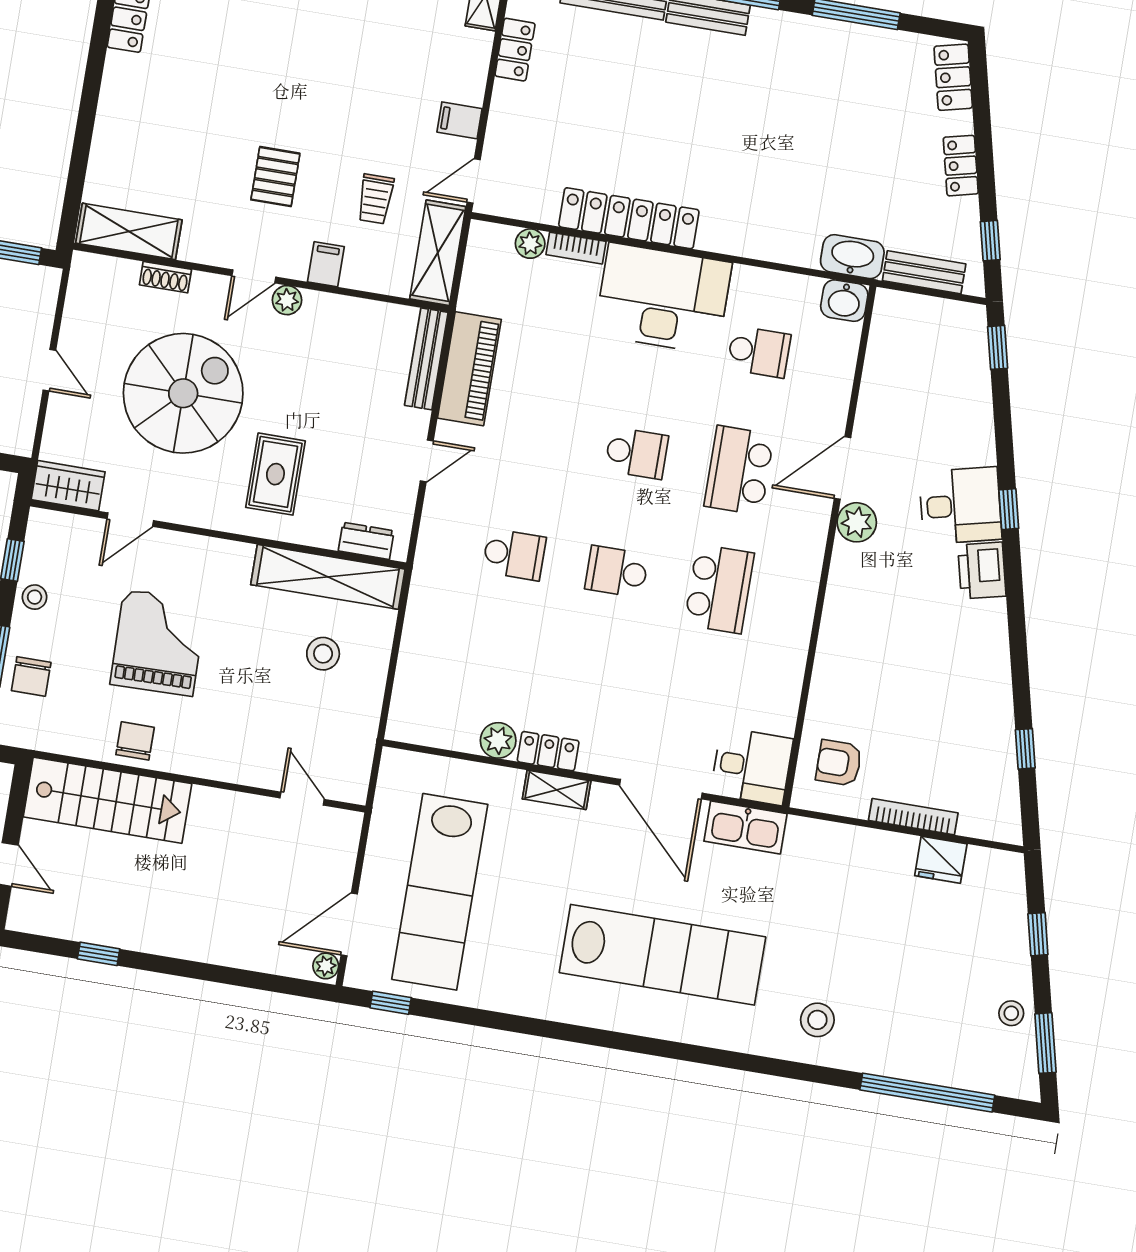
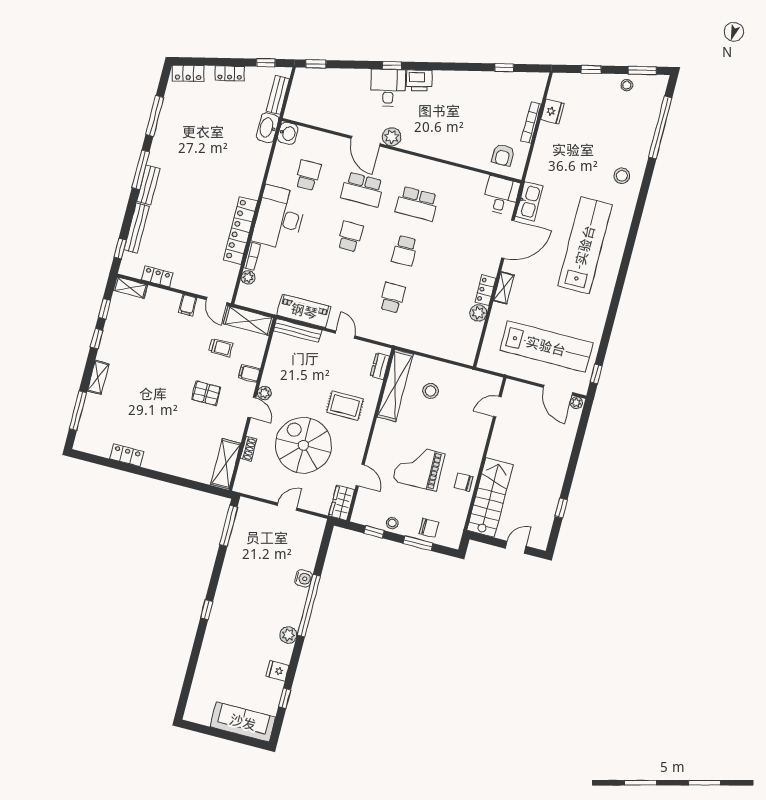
school desk: (719, 589) -> (417, 204), turned 180

